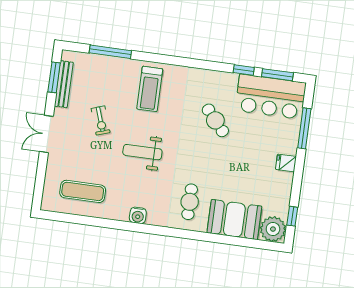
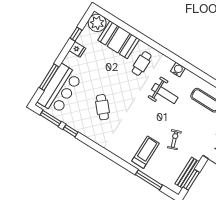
treadmill: (150, 89) -> (146, 152), moved
bar counter: (271, 97) -> (60, 89), moved, turned 90
weight bench: (142, 152) -> (165, 94), moved
fridge: (286, 163) -> (77, 49), moved
window: (292, 216) -> (76, 34), moved

